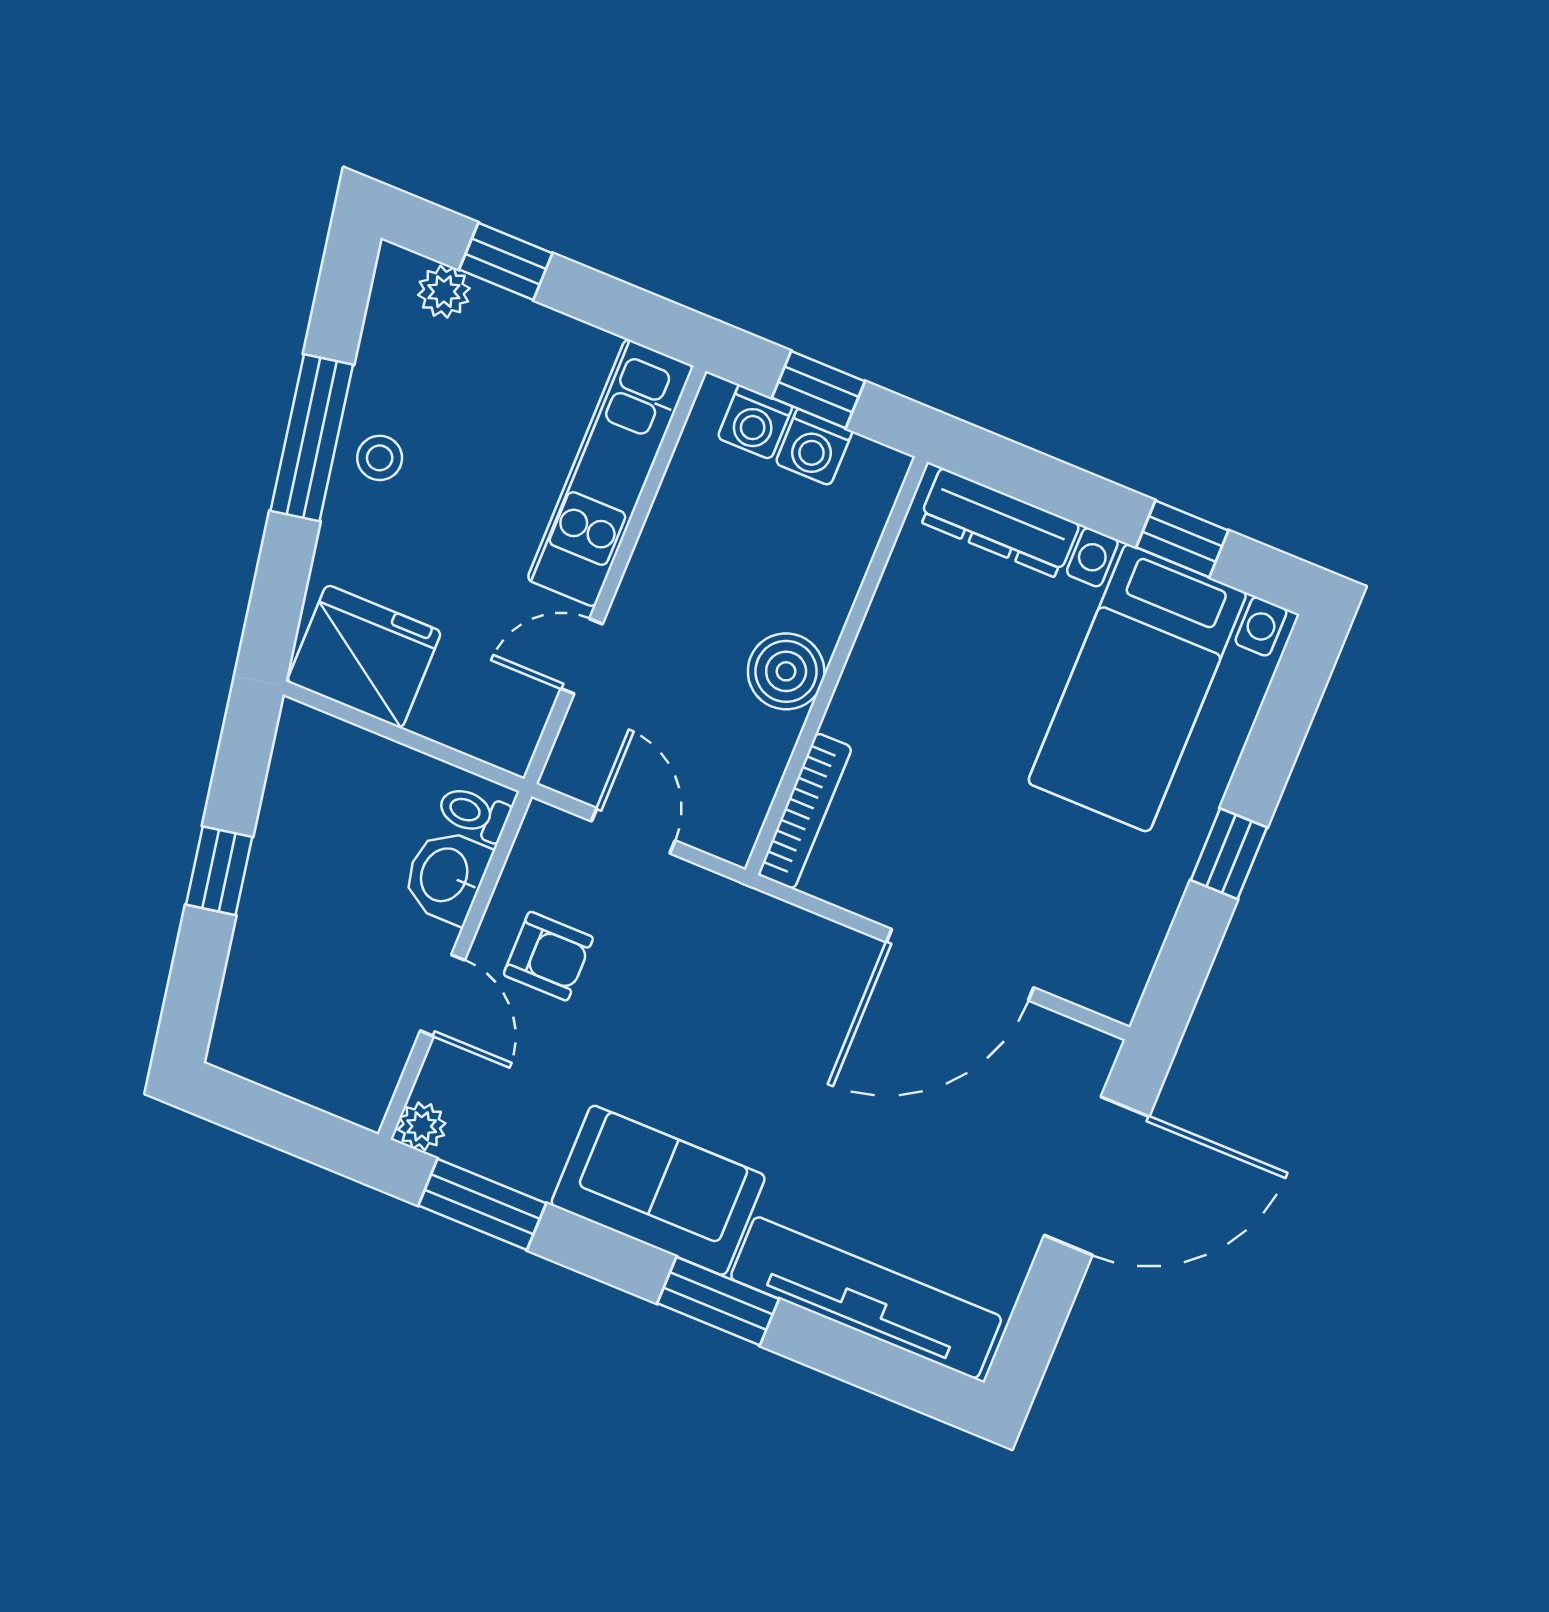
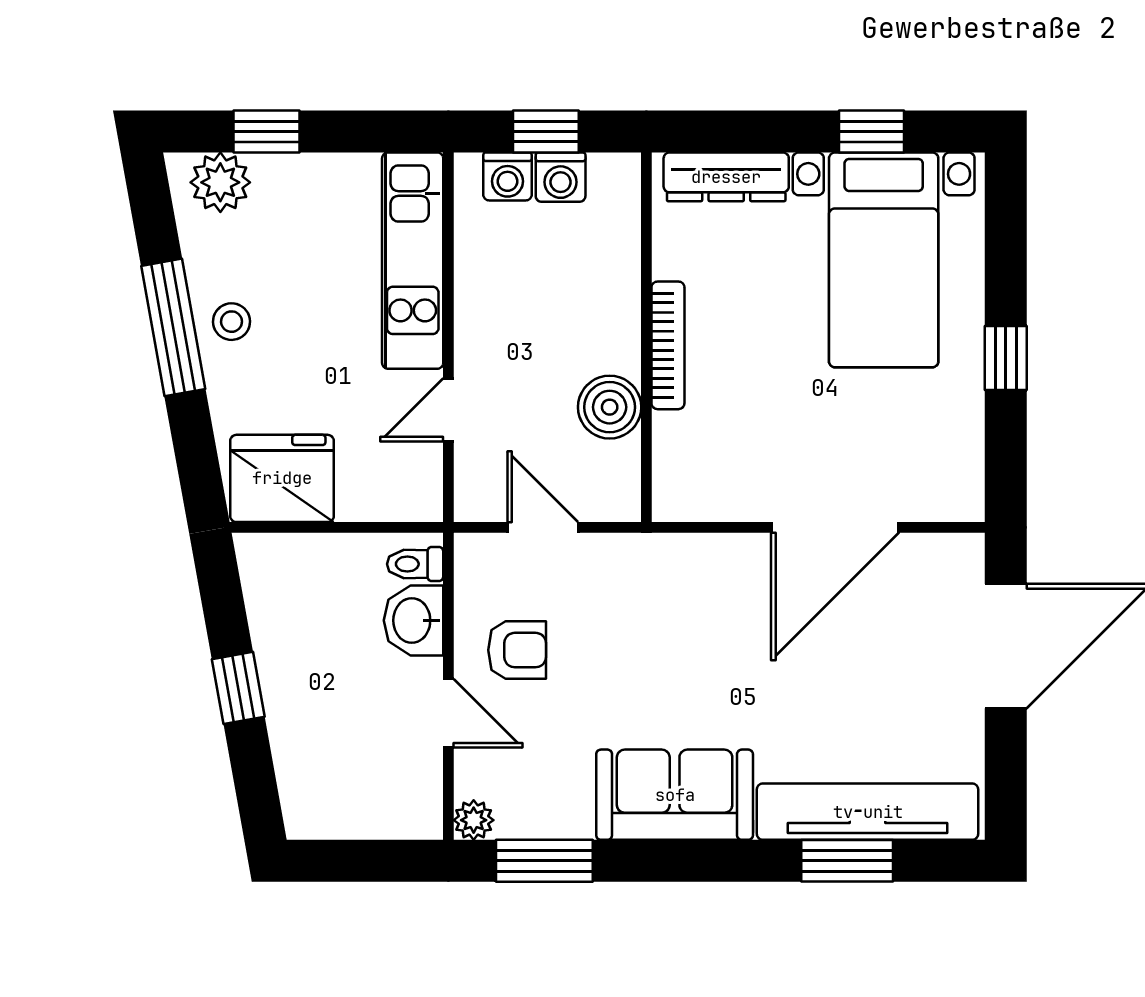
plant: (444, 292) -> (220, 182), width x1.38, depth x1.38
boiler: (786, 671) -> (610, 407), moved
bookcase: (805, 811) -> (668, 345), moved
window: (718, 1301) -> (847, 861), moved

